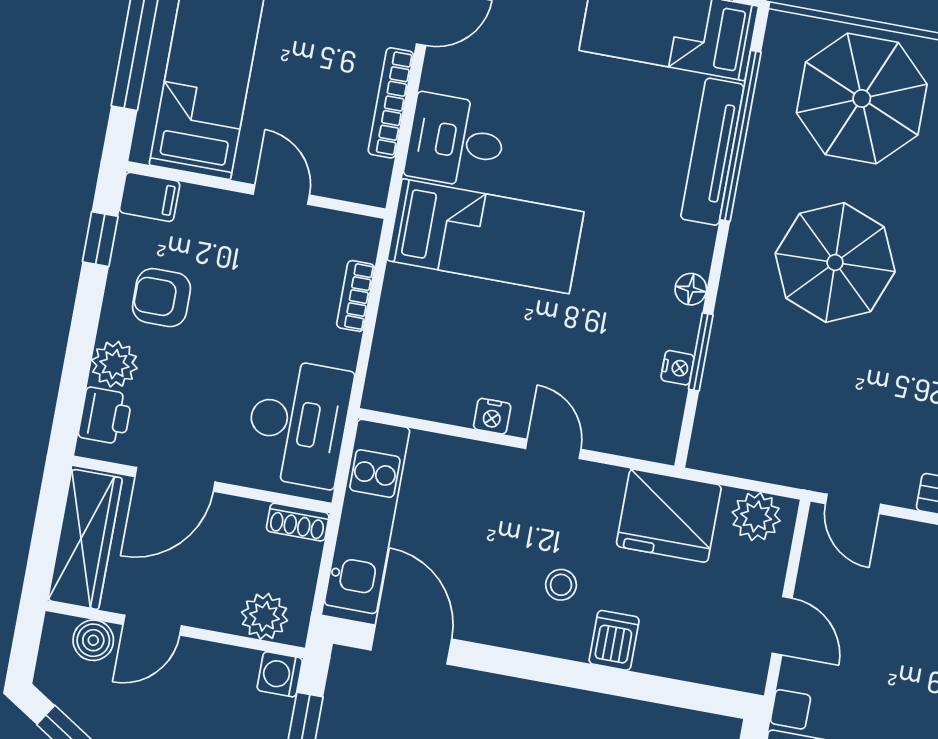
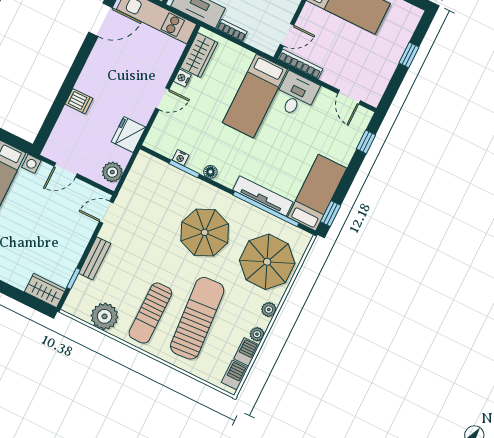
bookcase: (391, 103) -> (300, 64), moved
door: (281, 195) -> (287, 35), moved
bookcase: (356, 296) -> (232, 30), moved
wardrobe: (428, 393) -> (199, 55), added
fridge: (669, 516) -> (128, 135), width x0.73, depth x0.75
stool: (561, 585) -> (107, 86), removed

